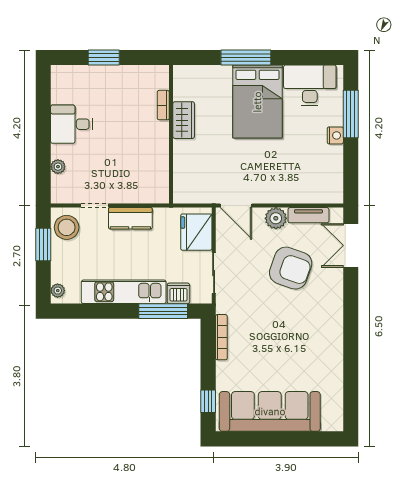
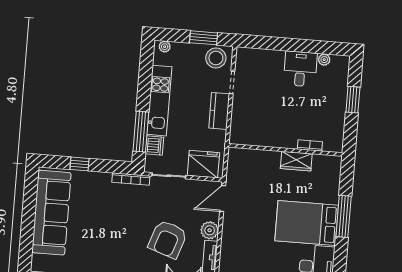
plant: (58, 167) -> (324, 60), moved
bookcase: (221, 337) -> (131, 179), moved
window: (208, 401) -> (80, 164), moved

